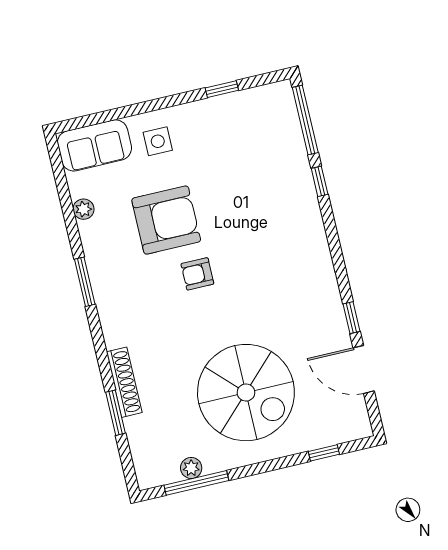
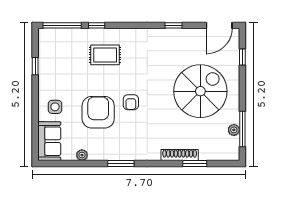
rug: (271, 208) -> (105, 55), added
door: (364, 369) -> (219, 25), moved

